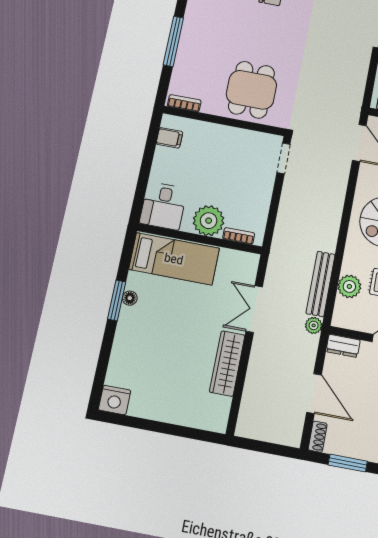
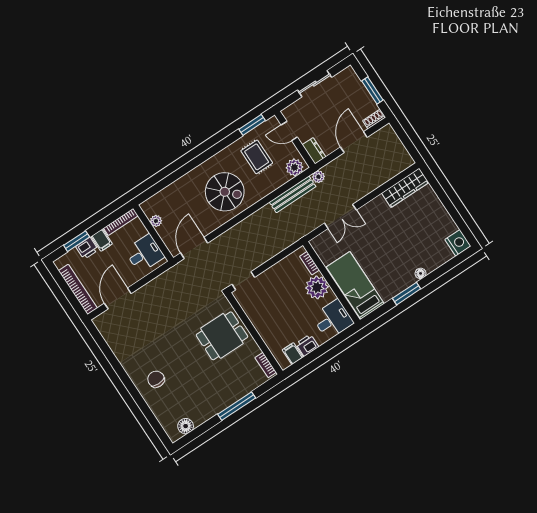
printer: (164, 159) -> (307, 345), added
plant: (349, 286) -> (294, 167), moved
floor lamp: (130, 298) -> (421, 273), moved
wardrobe: (227, 364) -> (405, 188), moved

